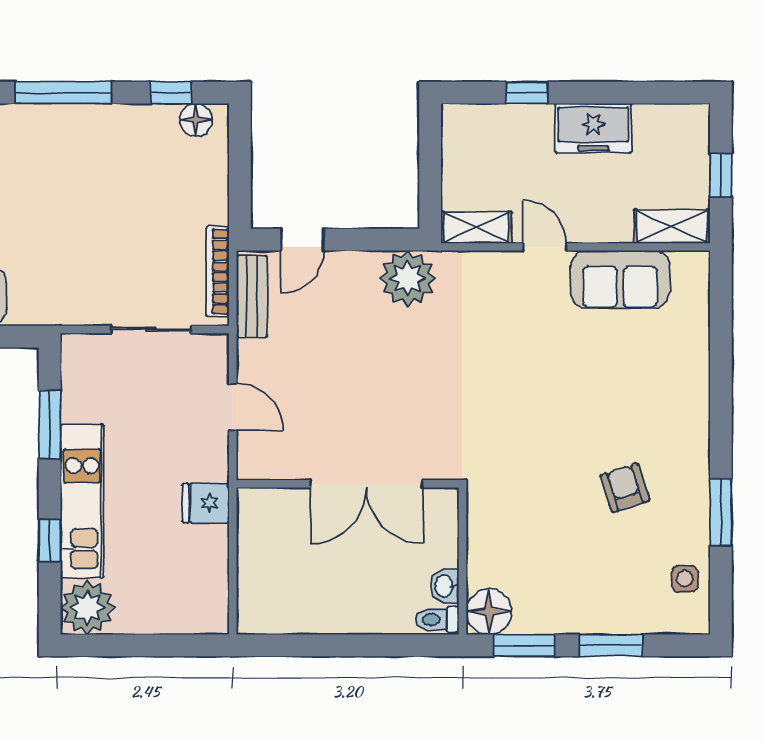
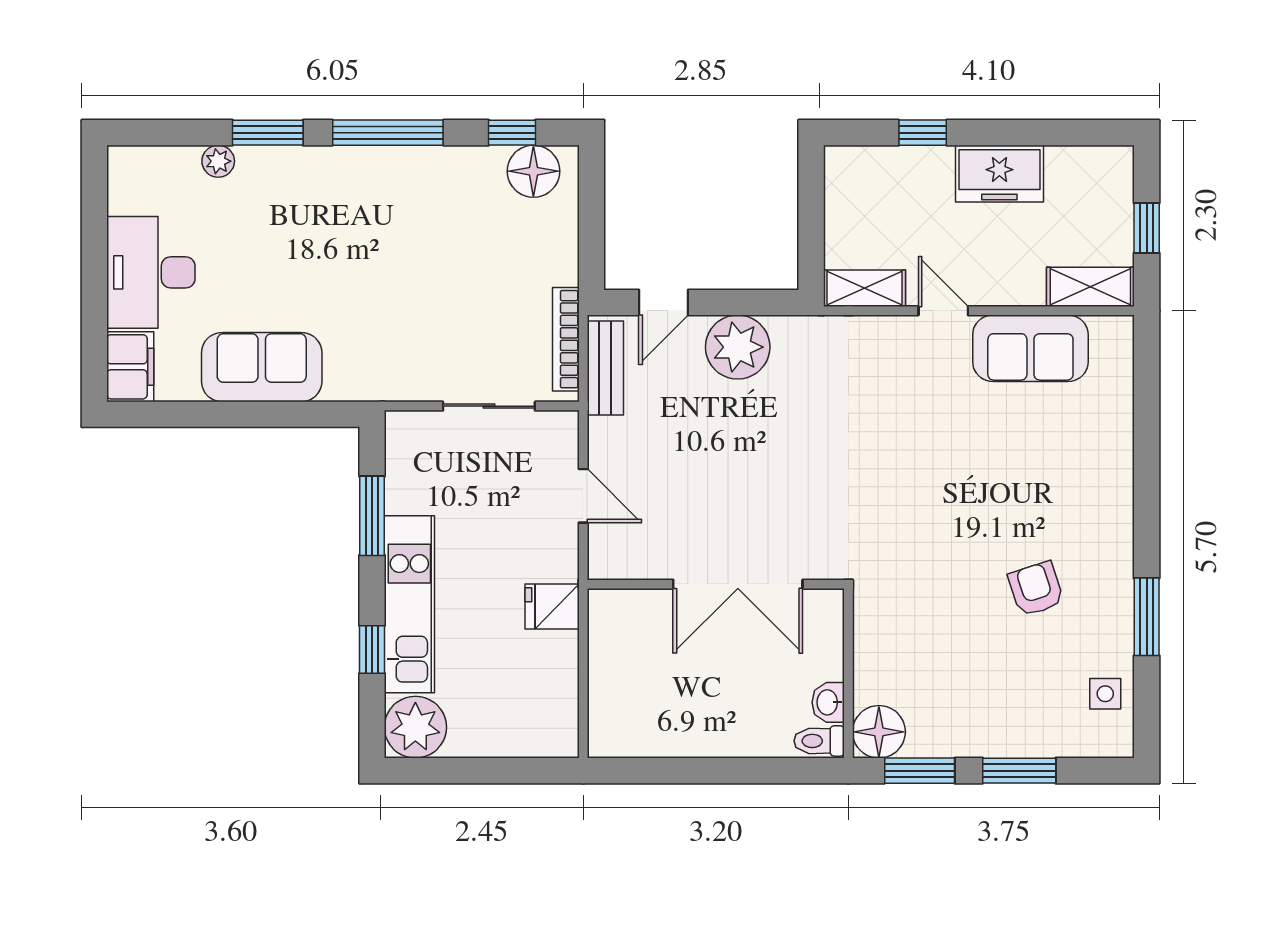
floor lamp: (196, 120) -> (533, 171), width x1.38, depth x1.38
plant: (408, 278) -> (738, 347), moved

